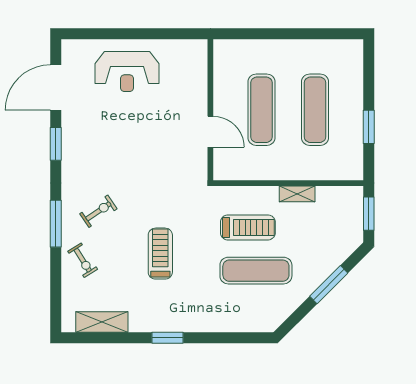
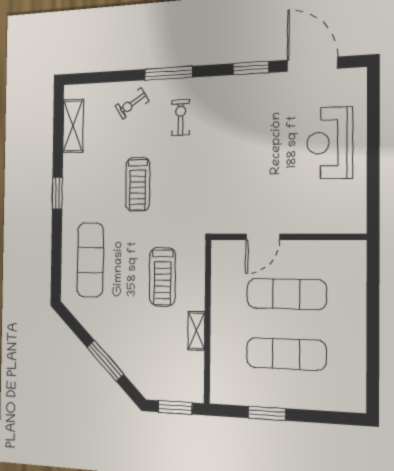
exercise bike: (98, 211) -> (181, 118), turned -146
treadmill: (160, 254) -> (138, 184), turned 90
exercise mat: (256, 271) -> (90, 260), moved

